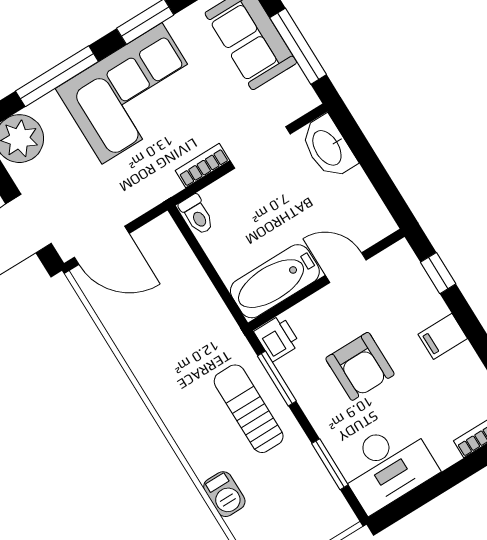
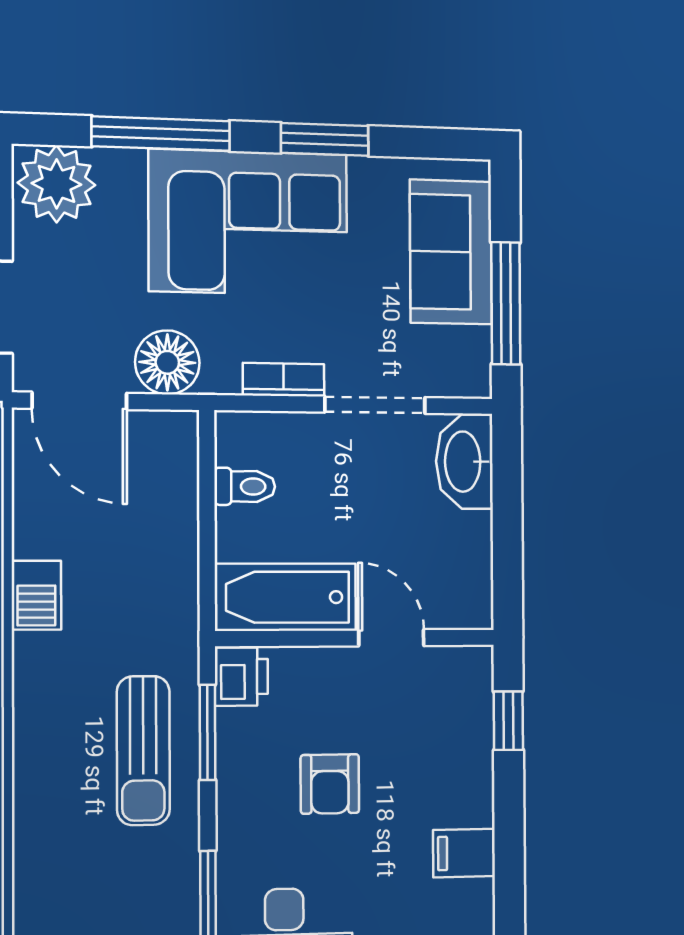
floor lamp: (135, 196) -> (167, 362), added
toilet: (197, 215) -> (245, 486), moved, turned -90
filing cabinet: (443, 336) -> (464, 853), moved
armchair: (360, 366) -> (330, 784), width x0.72, depth x0.72
sun lounger: (249, 409) -> (143, 751), turned 180
barbecue: (224, 494) -> (36, 595), moved

